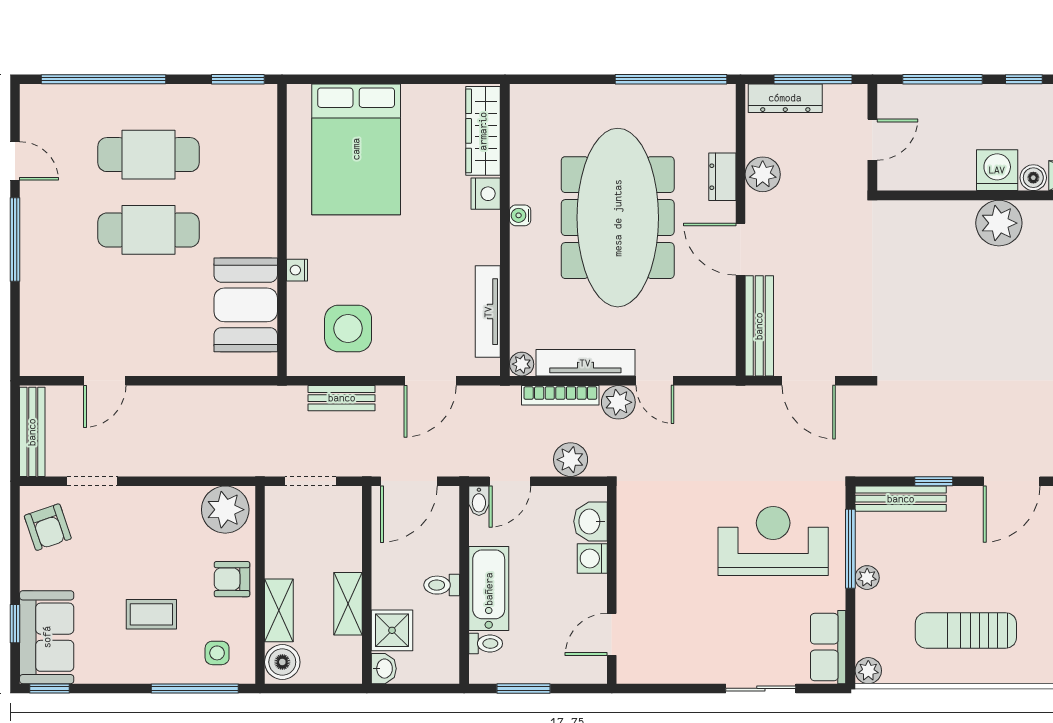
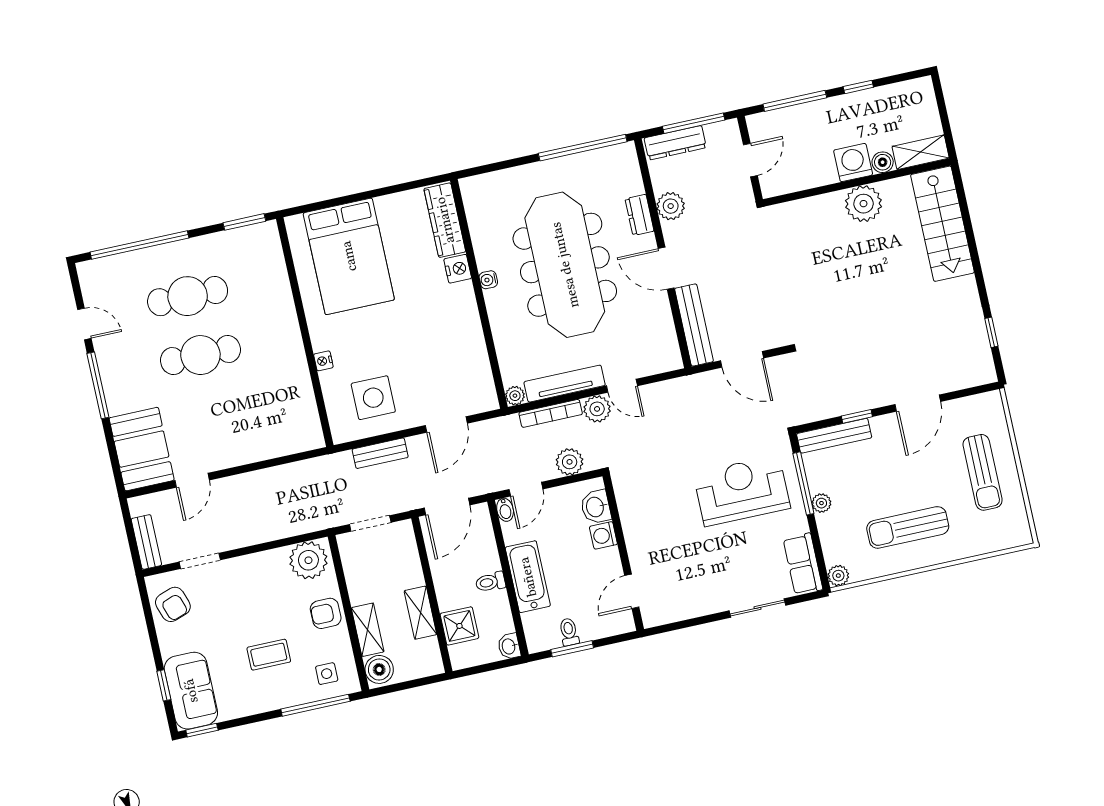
booth: (246, 305) -> (142, 449), moved
tv unit: (488, 312) -> (480, 360), removed
bench: (32, 432) -> (146, 542), width x0.73
toilet: (486, 644) -> (569, 632), moved, turned -90
washbasin: (384, 669) -> (509, 646), moved, turned 180

